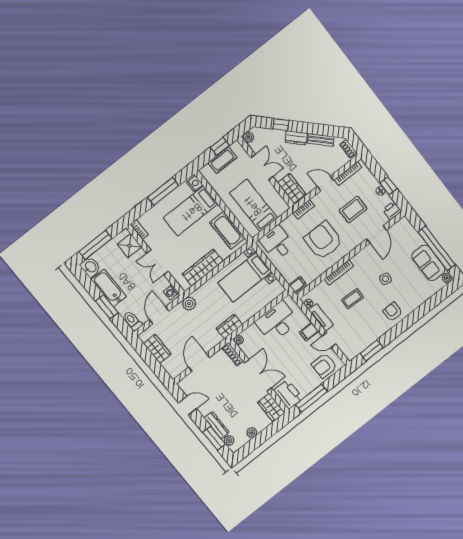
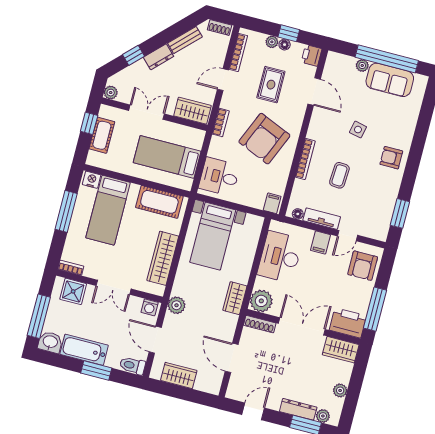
plant: (374, 183) -> (272, 42), added
armchair: (323, 240) -> (264, 139), turned -67
plant: (447, 278) -> (362, 65), moved
plant: (239, 340) -> (261, 301), width x1.88, depth x1.88

